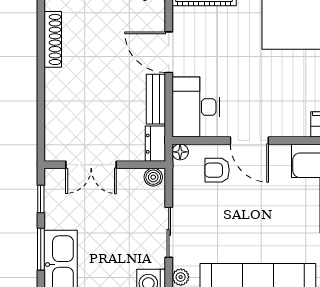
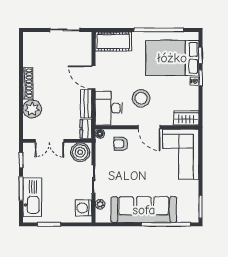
shoe rack: (53, 39) -> (28, 83), moved
stool: (253, 90) -> (141, 98), added
plant: (60, 108) -> (32, 109), added
door: (249, 141) -> (149, 127), moved
boiler: (153, 177) -> (80, 152), width x1.86, depth x1.86

